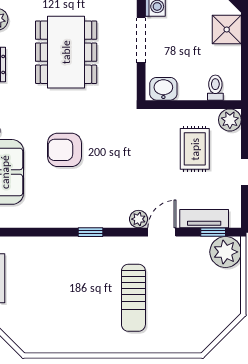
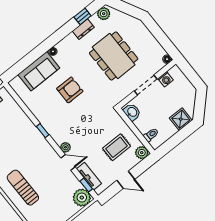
dining table: (66, 52) -> (114, 56), turned 90
armchair: (64, 150) -> (70, 90), turned 90
sun lounger: (133, 298) -> (23, 188), moved, turned 90

